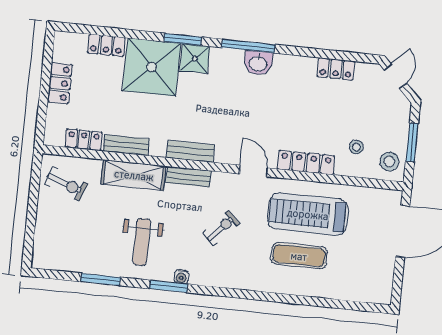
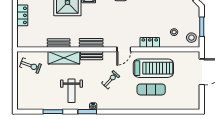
locker: (84, 140) -> (37, 42), removed
locker: (306, 162) -> (150, 42), width x0.66
door: (254, 171) -> (124, 49), swing flipped
treadmill: (308, 214) -> (153, 68), turned 180

